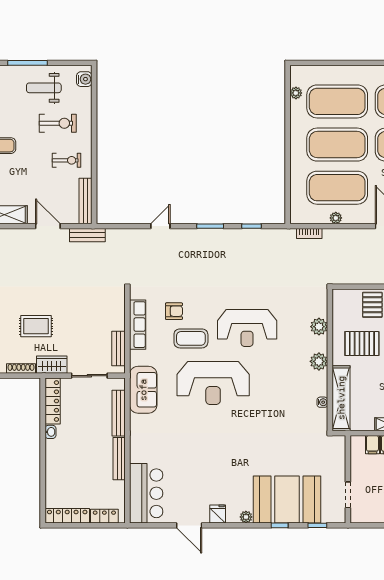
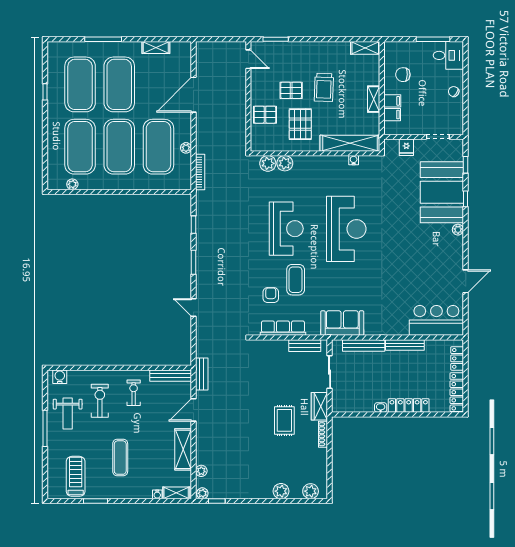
bookcase: (309, 233) -> (200, 172), width x1.56
plant: (319, 361) -> (268, 163), moved
reception desk: (213, 383) -> (346, 229), moved
locker: (53, 401) -> (409, 405), moved
fridge: (218, 514) -> (406, 147), moved, turned -90

